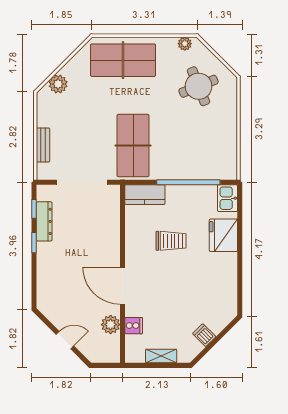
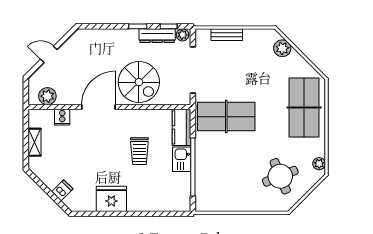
plant: (43, 194) -> (182, 35), added
kitchen sink: (227, 198) -> (182, 159), moved, turned -90
fridge: (223, 235) -> (111, 199), moved
spiral stairs: (95, 241) -> (139, 82), added
plant: (111, 325) -> (47, 96), moved
dishwasher: (204, 335) -> (62, 190), moved
door: (65, 340) -> (49, 55), swing flipped

